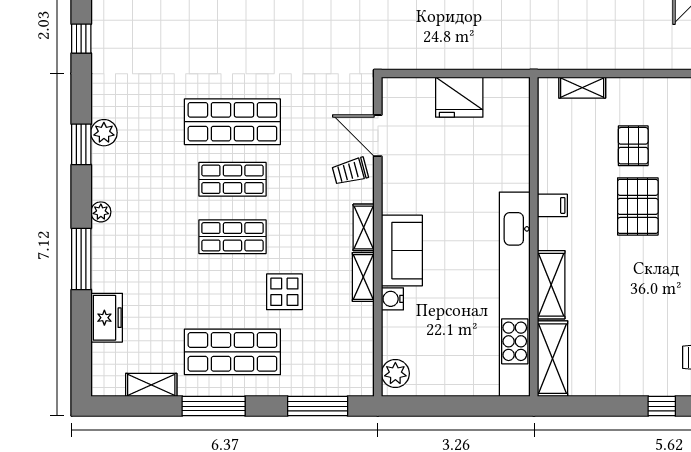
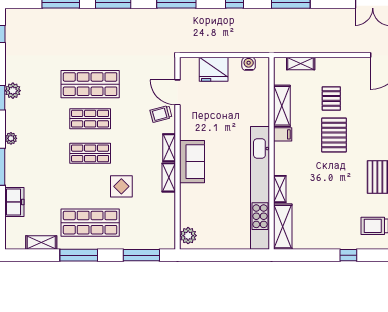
fridge: (459, 97) -> (214, 69), moved
shelving: (551, 158) -> (282, 106), added
shelving: (551, 285) -> (280, 189), width x0.67, depth x0.75
water cooler: (392, 299) -> (249, 64), moved, turned 90

